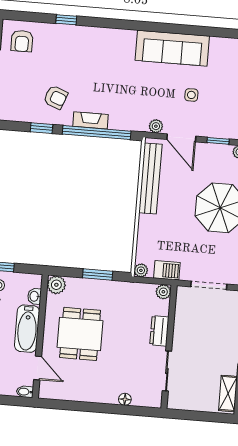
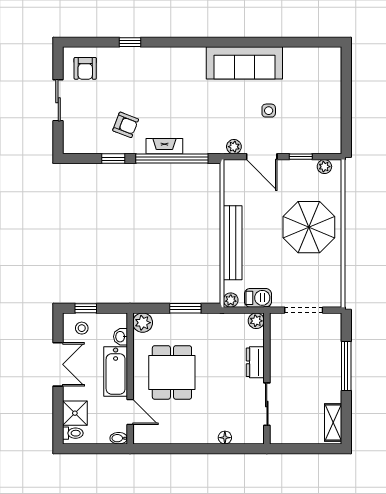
bench: (150, 179) -> (233, 243), moved

